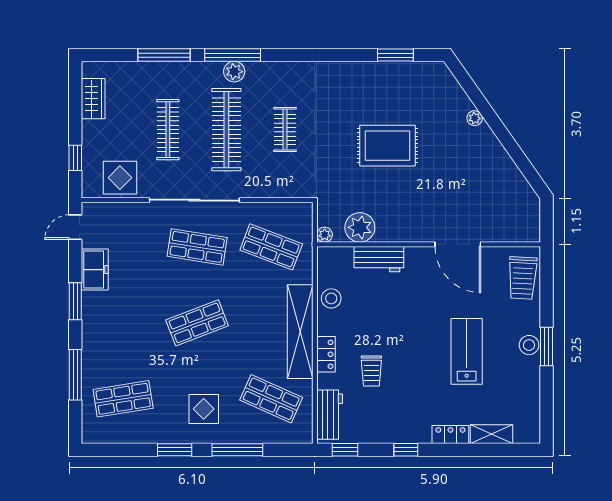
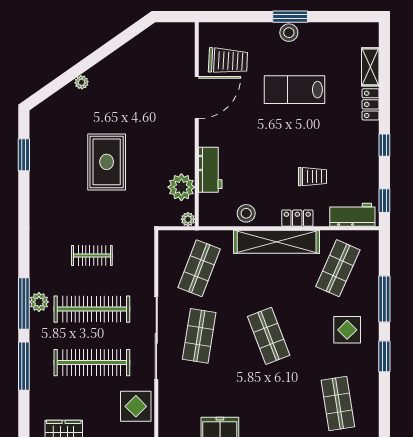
clothes rail: (168, 130) -> (92, 363), width x1.37, depth x1.31
trolley: (523, 278) -> (228, 61), moved

